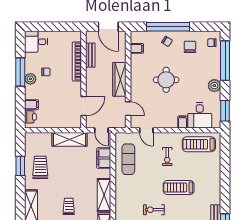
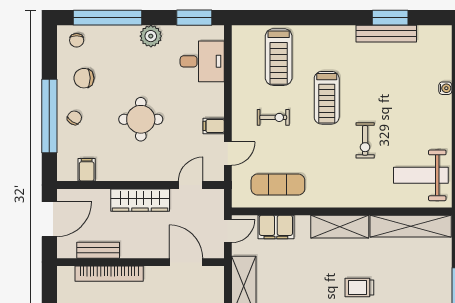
filing cabinet: (182, 122) -> (214, 126), moved
treadmill: (199, 144) -> (279, 57), moved

